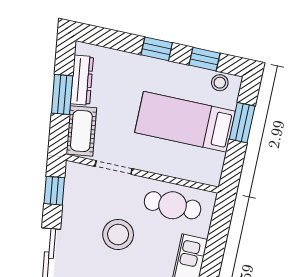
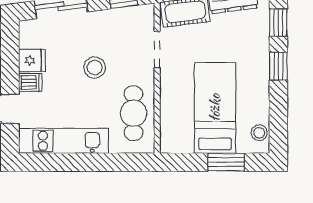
window: (204, 59) -> (278, 23), moved
stool: (118, 235) -> (95, 68), width x0.73, depth x0.73

